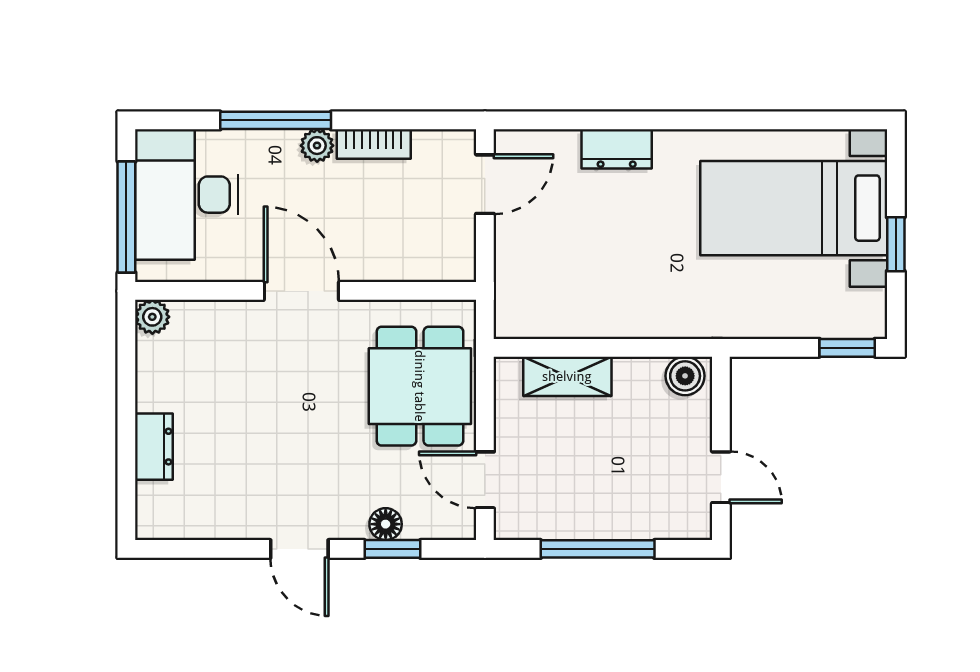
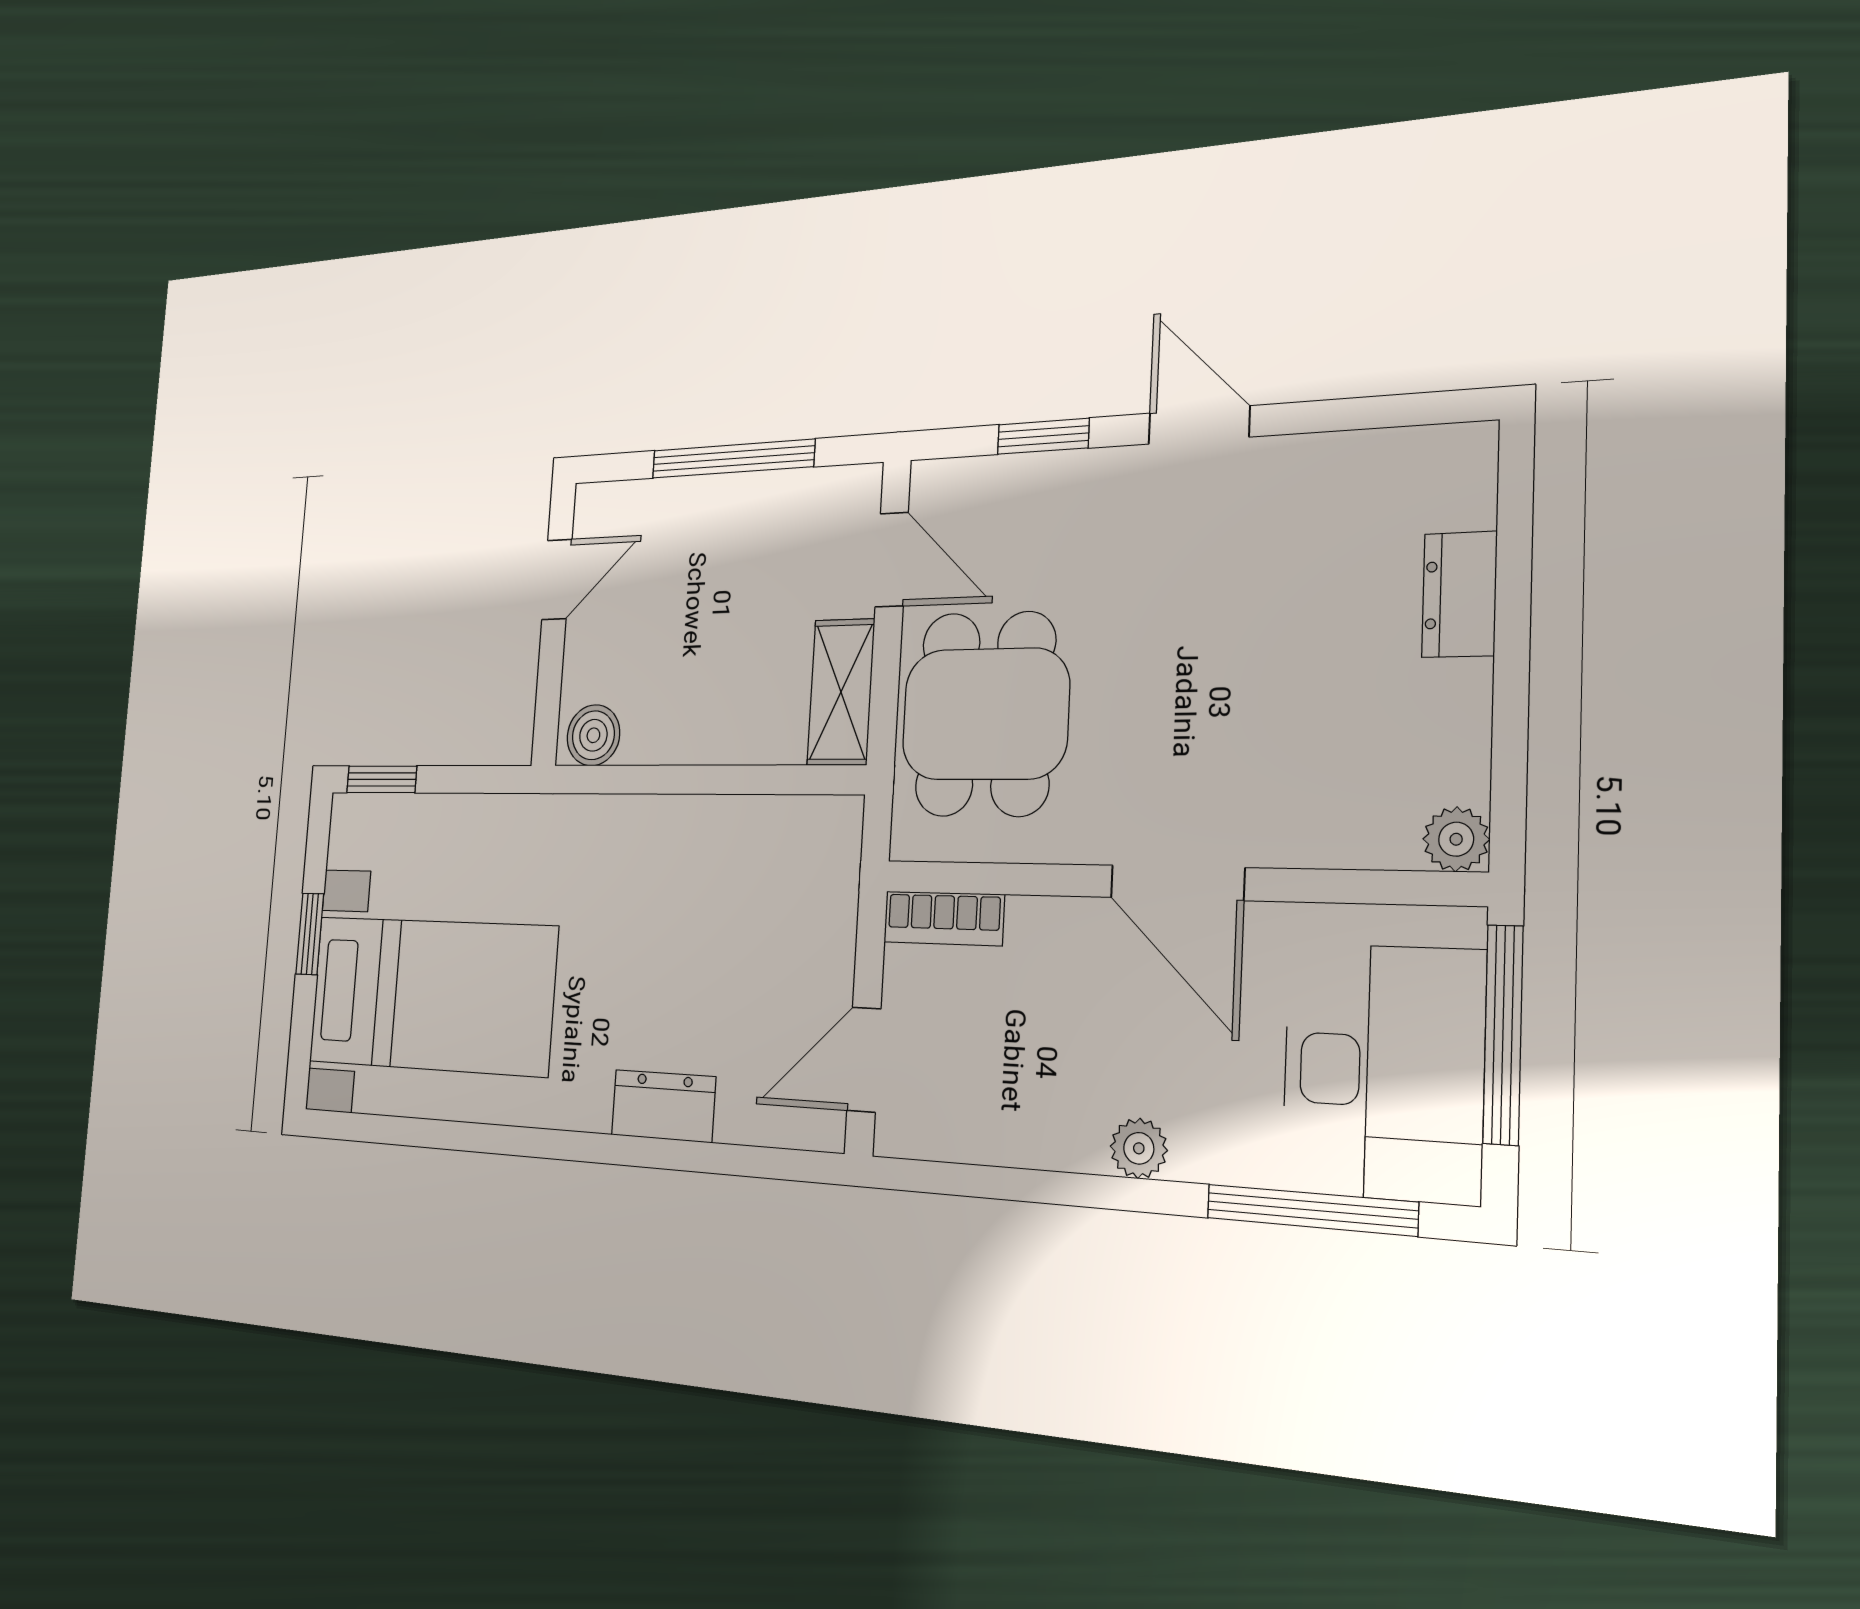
window: (276, 120) -> (1311, 1210), moved
bookcase: (374, 144) -> (944, 918), moved, turned 180
shelving: (567, 376) -> (841, 692), moved, turned 90
door: (721, 477) -> (557, 580), swing flipped
floor lamp: (386, 524) -> (1052, 477), removed

